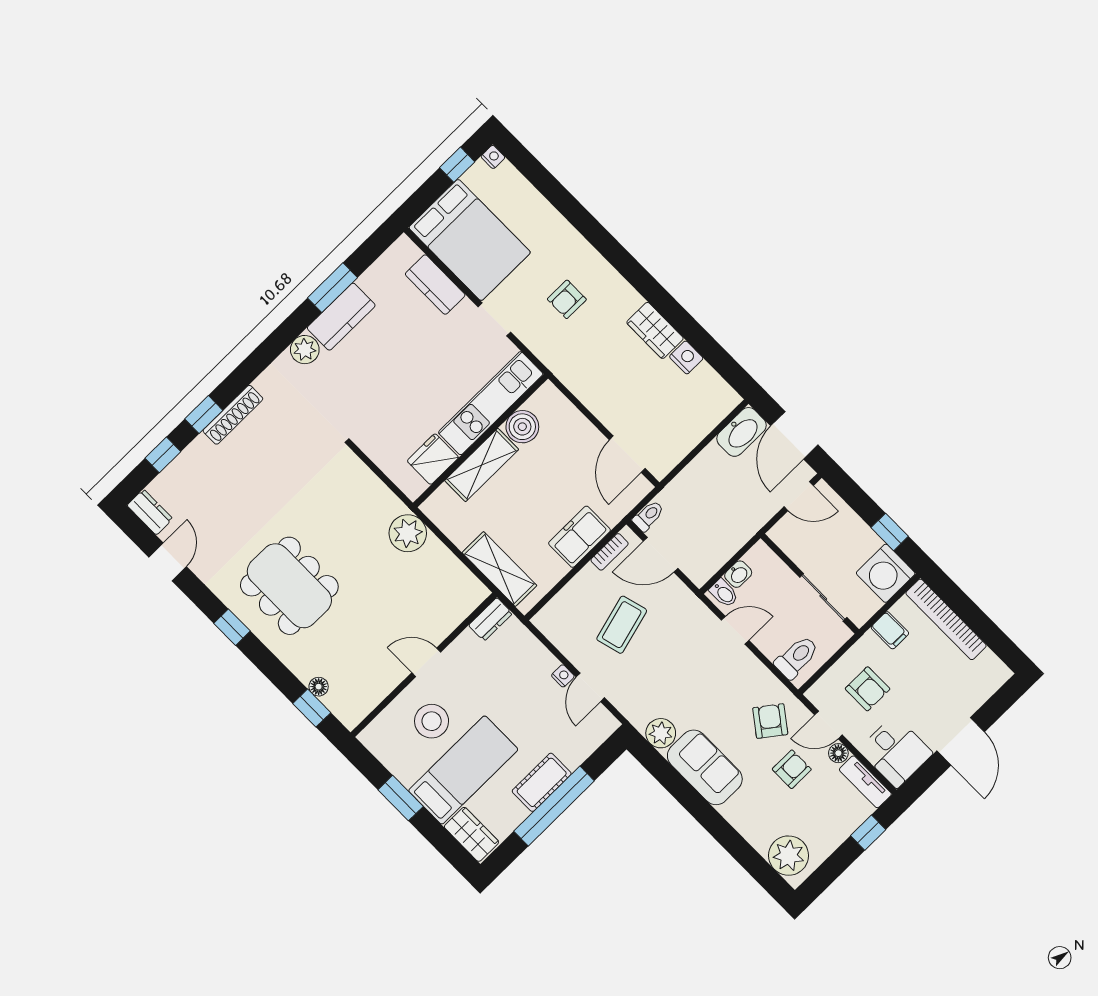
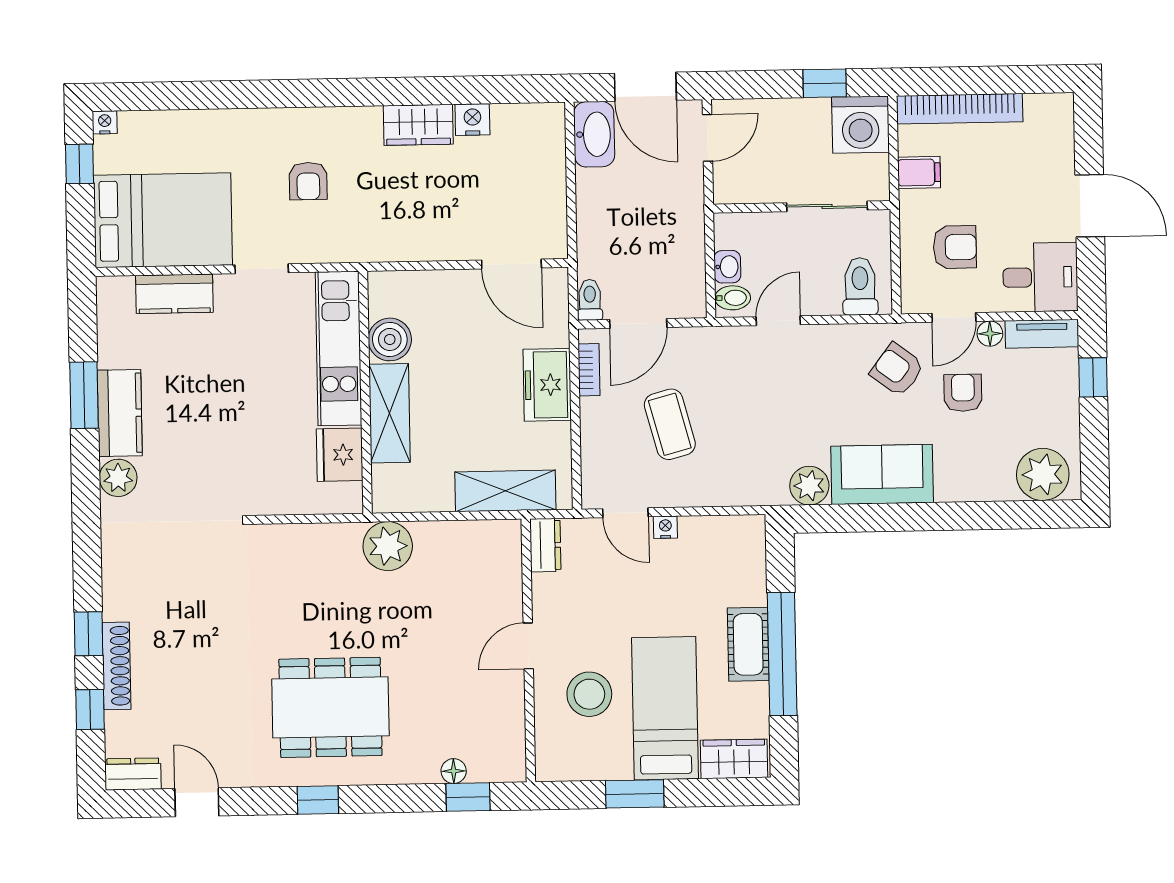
shoe rack: (233, 415) -> (116, 666), moved
door: (590, 687) -> (625, 513), moved

